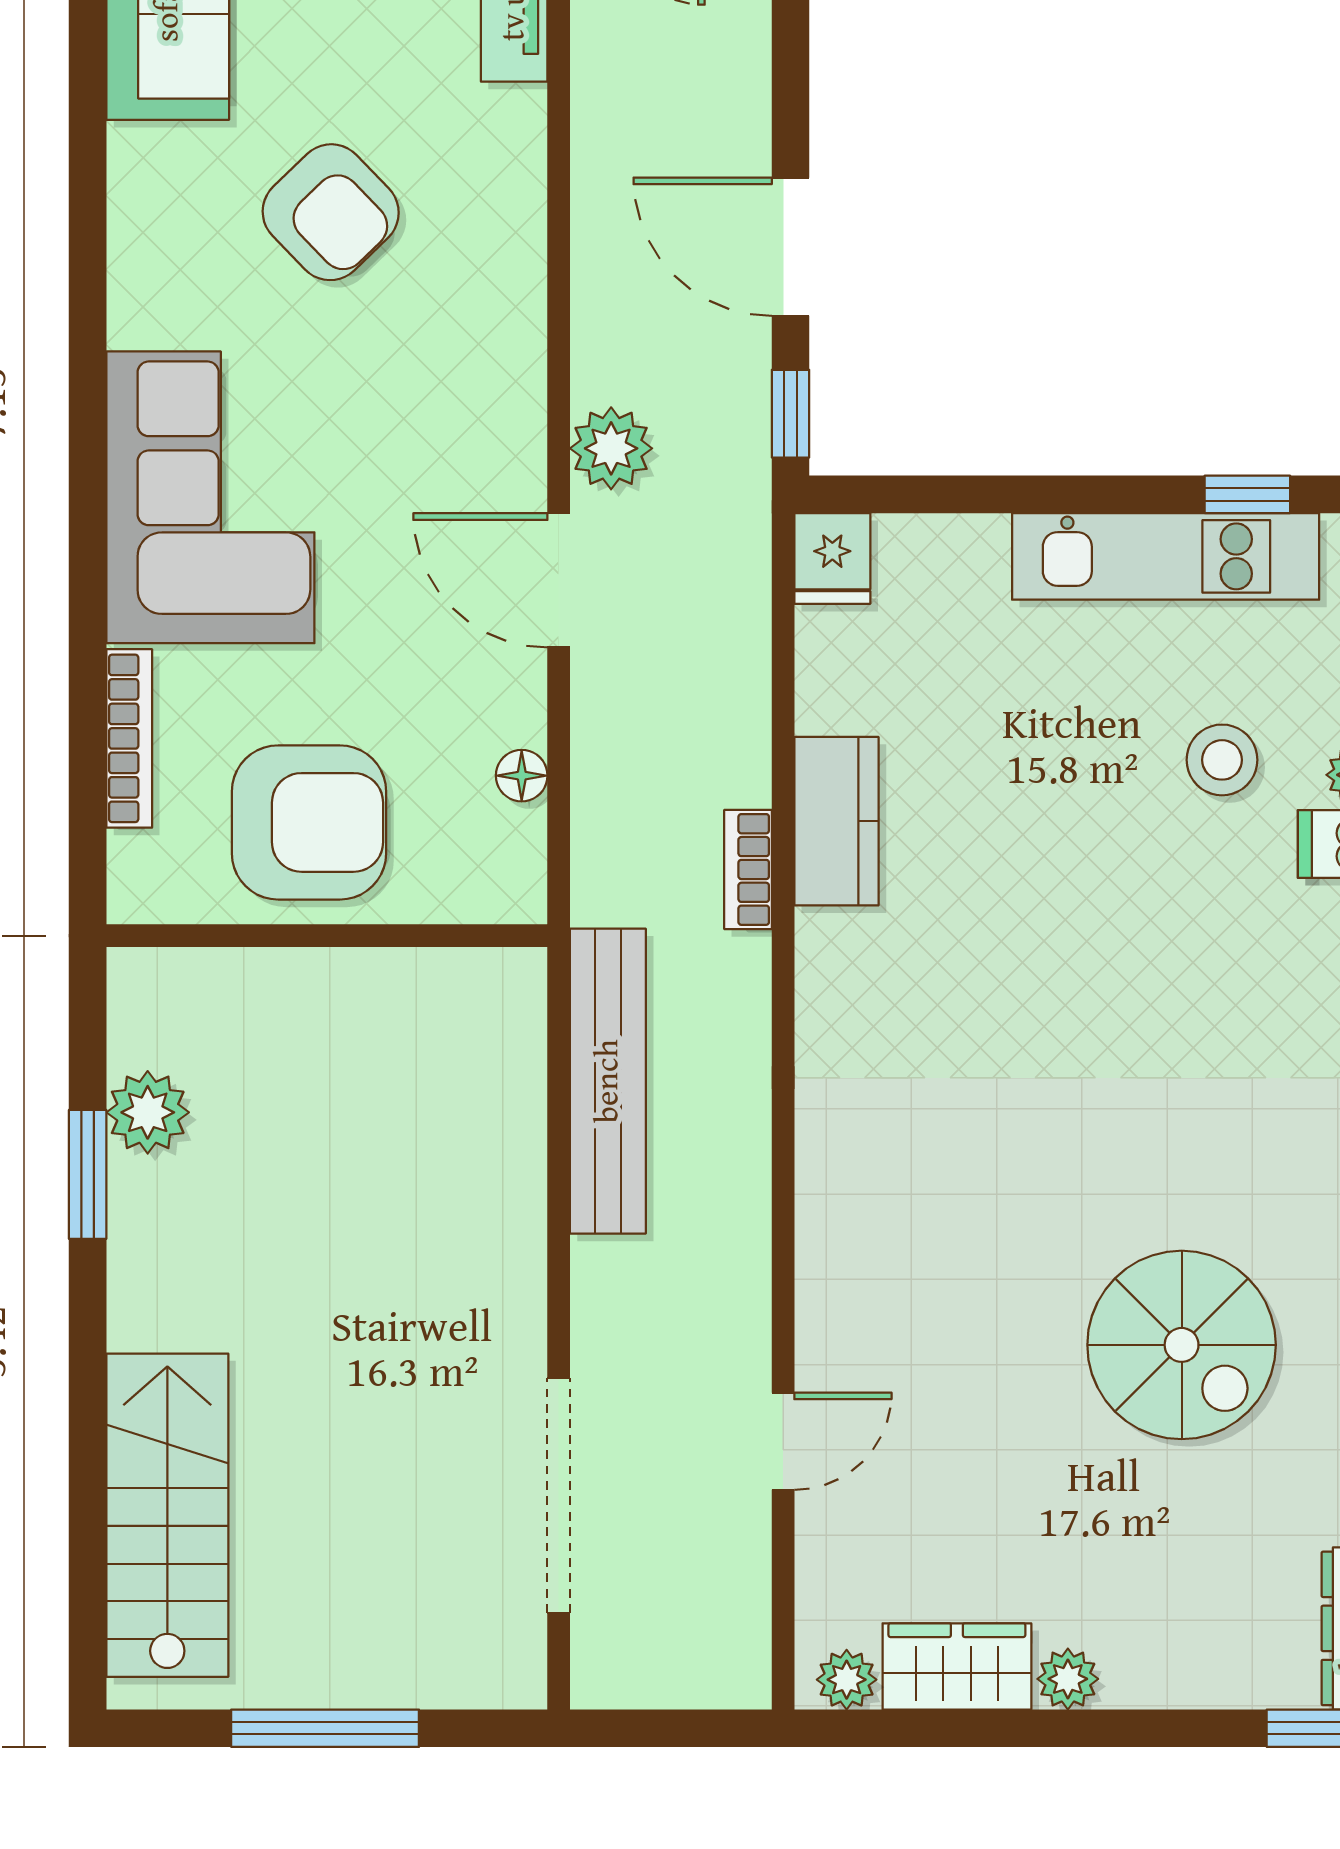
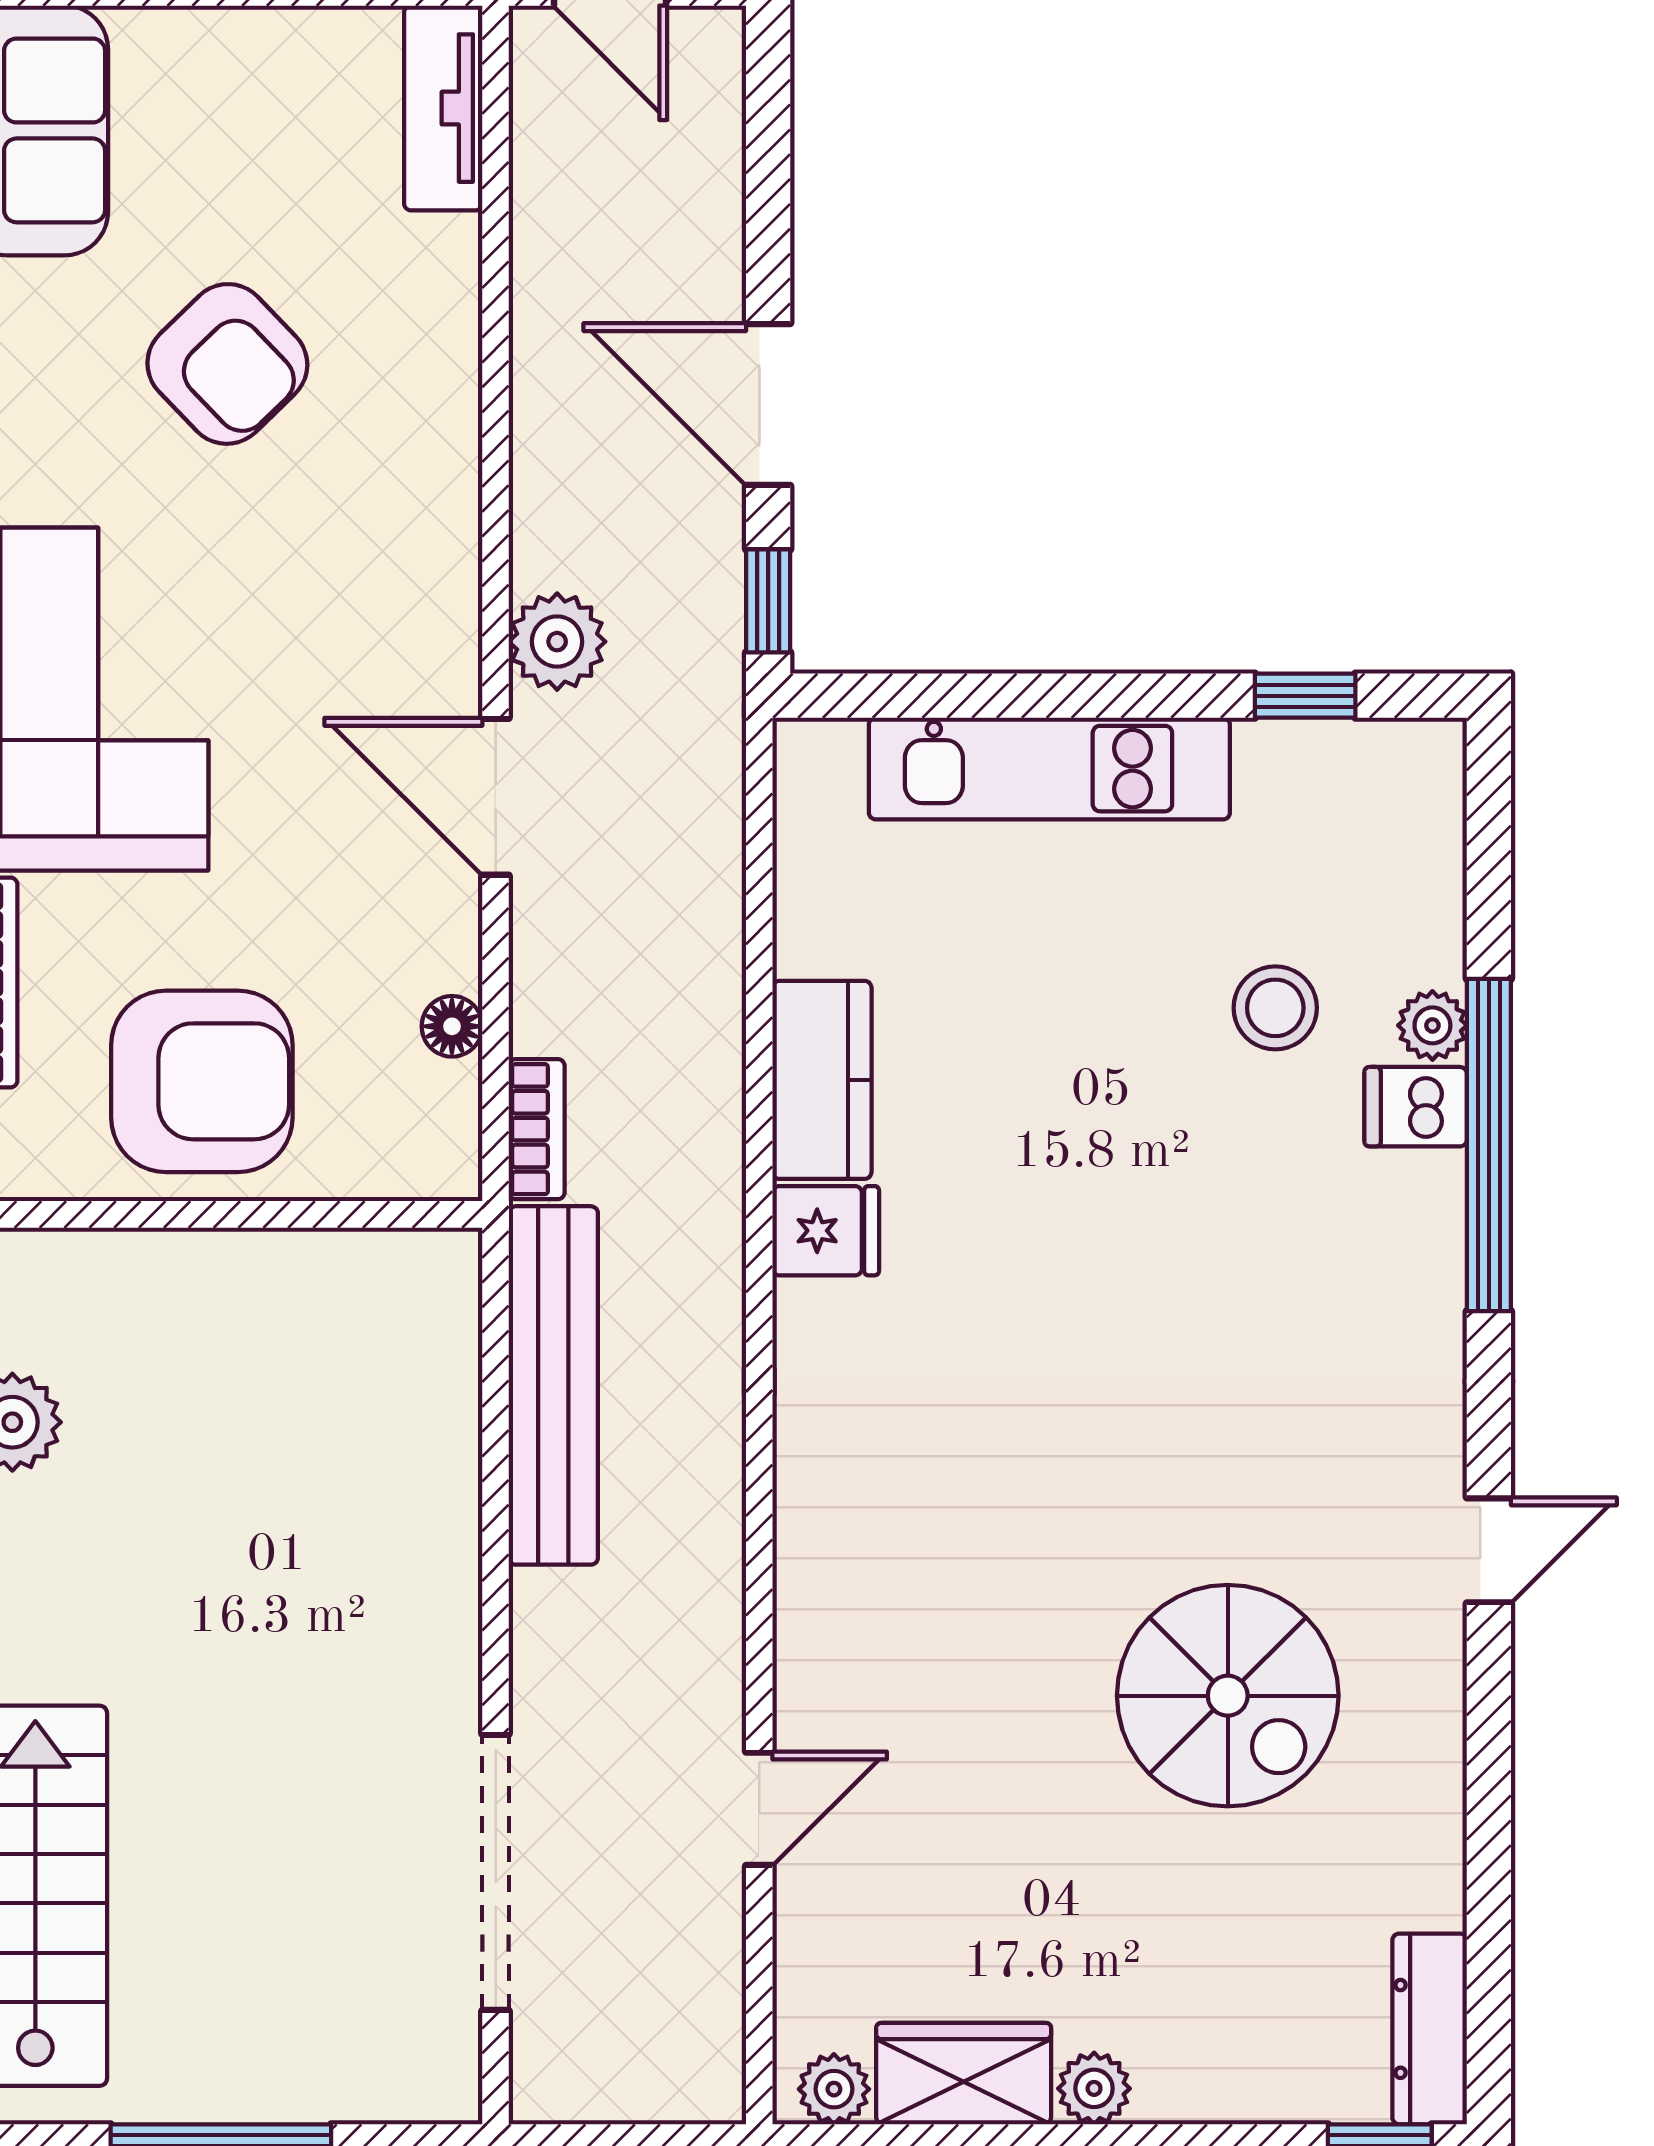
kitchen unit: (1166, 556) -> (1049, 769), moved
fridge: (832, 558) -> (826, 1231), moved, turned -90
bookcase: (748, 869) -> (537, 1129), moved, turned 180

